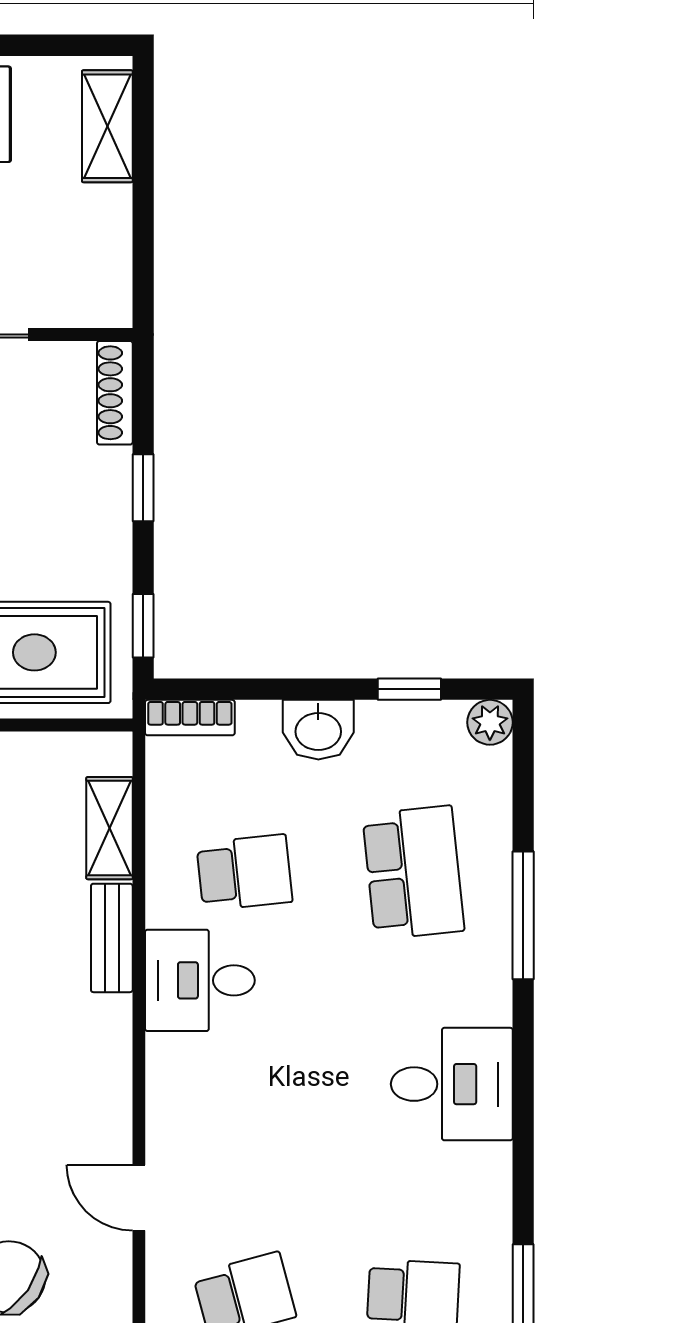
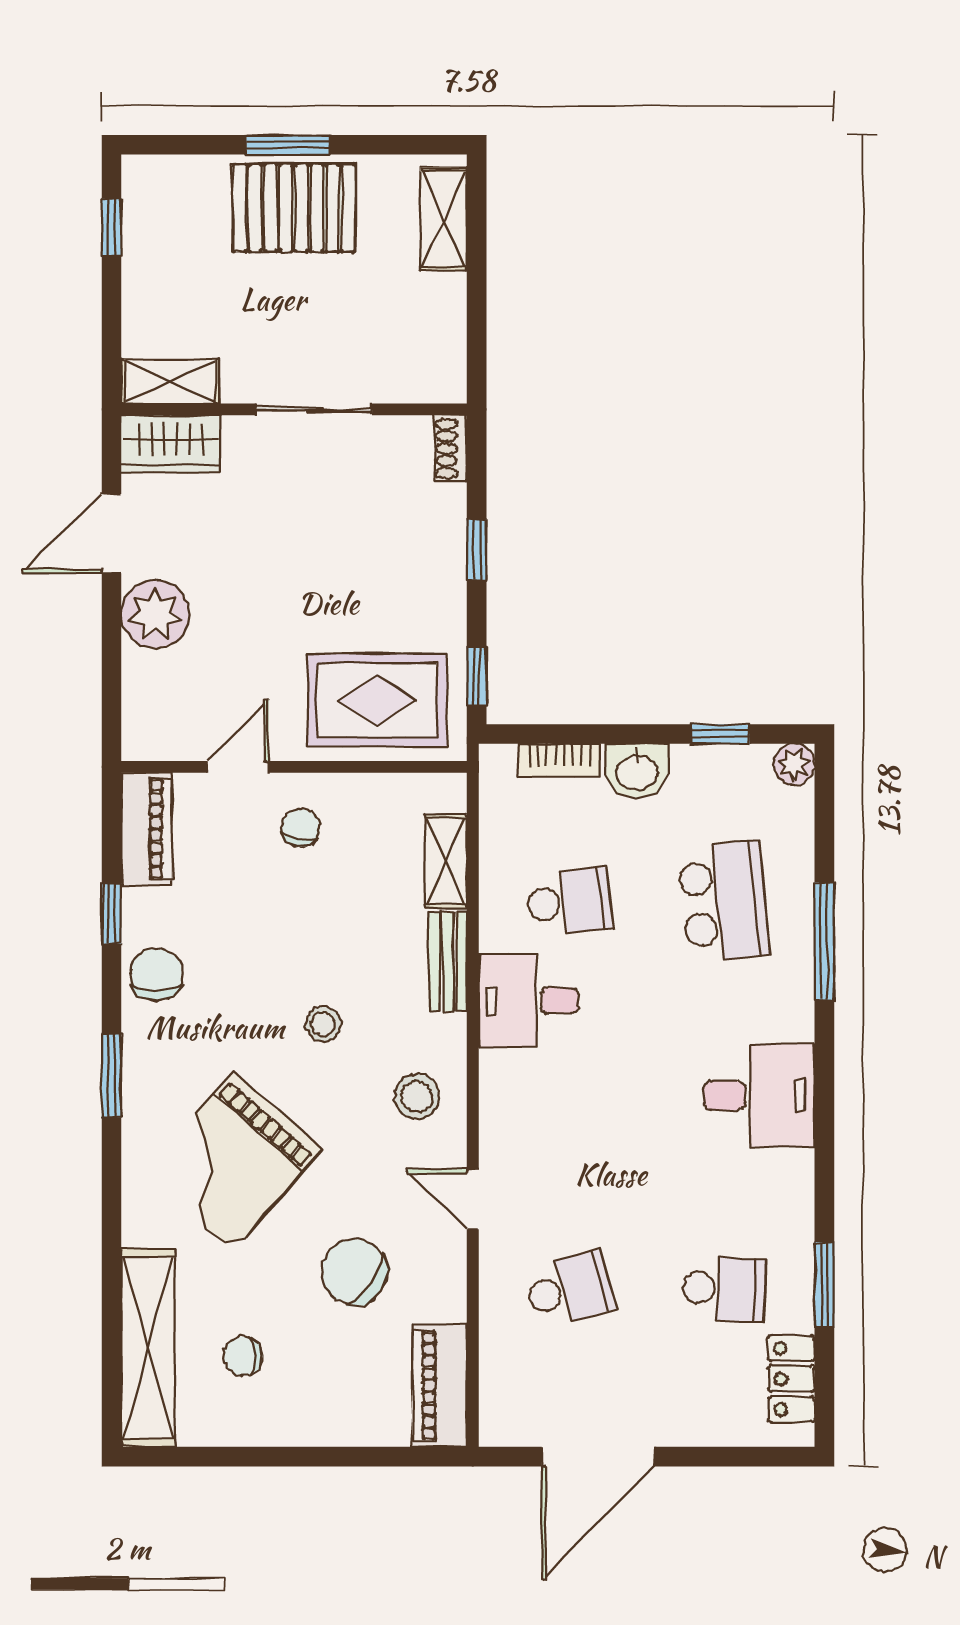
shoe rack: (115, 393) -> (451, 449), width x0.70
bookcase: (190, 718) -> (560, 760), moved
stool: (78, 1086) -> (417, 1097), added

